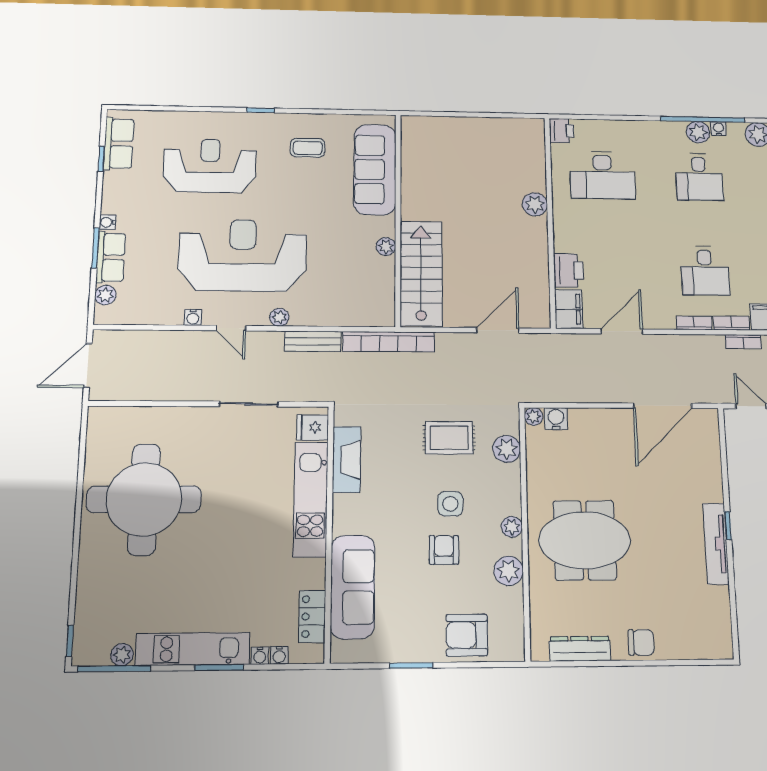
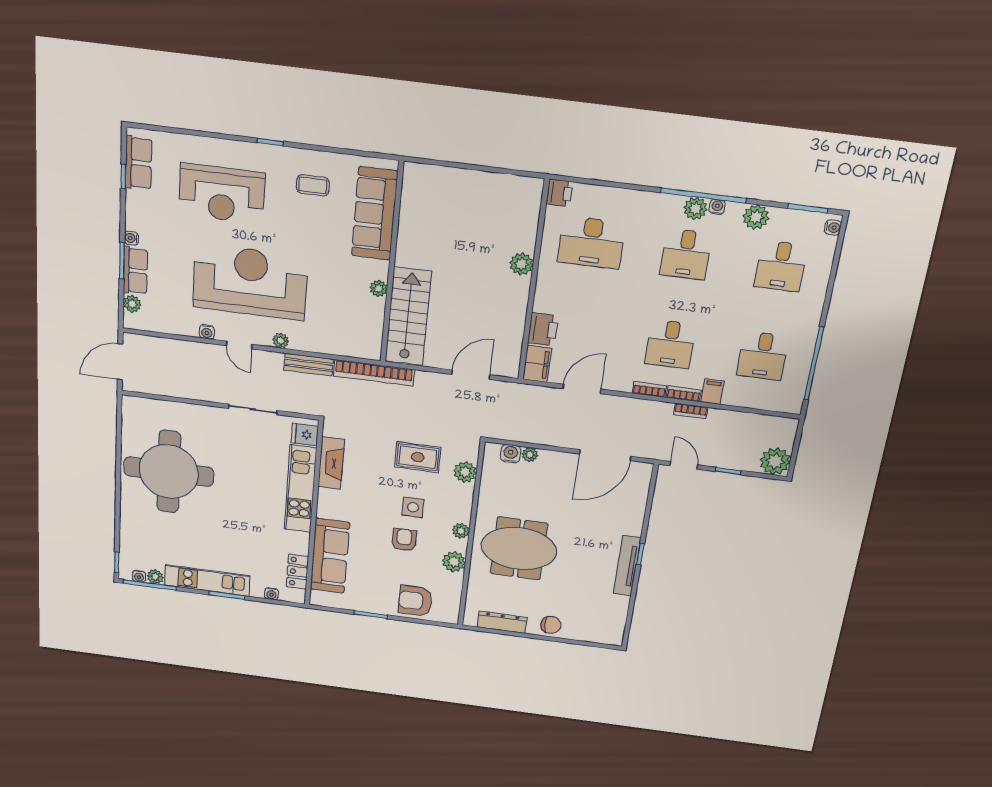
reception desk: (210, 166) -> (222, 194), turned 180
plant: (534, 416) -> (530, 455), moved
water cooler: (260, 656) -> (139, 576), moved

